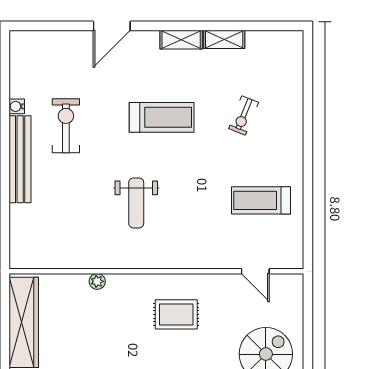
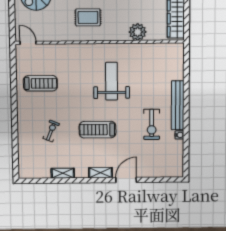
shelving: (181, 40) -> (100, 173), moved
weight bench: (136, 203) -> (112, 81), width x1.36, depth x1.33
door: (255, 271) -> (28, 43), moved
plant: (97, 281) -> (138, 32), width x1.88, depth x1.88

